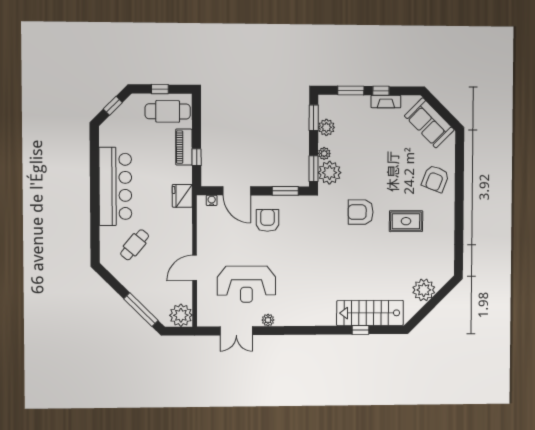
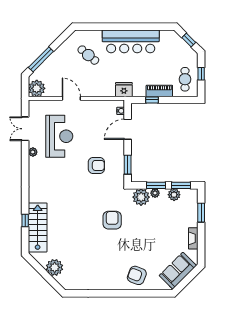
window: (381, 91) -> (201, 235), removed
cafe table: (168, 111) -> (185, 79), width x0.73, depth x0.74
window: (314, 169) -> (156, 185), moved
armchair: (267, 220) -> (96, 165), moved
rug: (406, 221) -> (105, 254), removed
reception desk: (246, 284) -> (59, 136), turned 180

